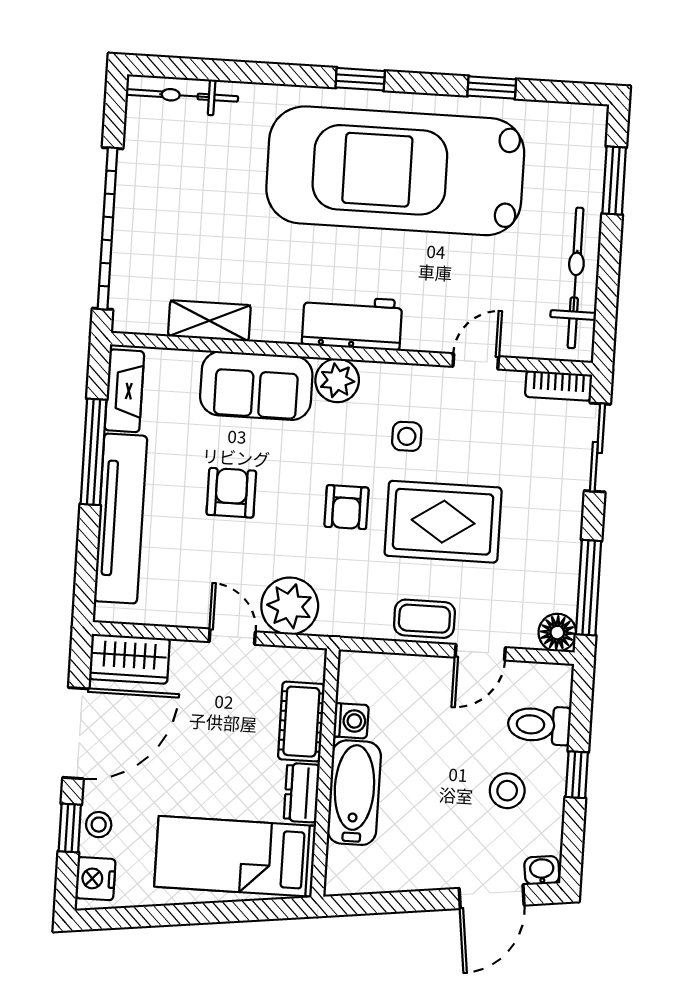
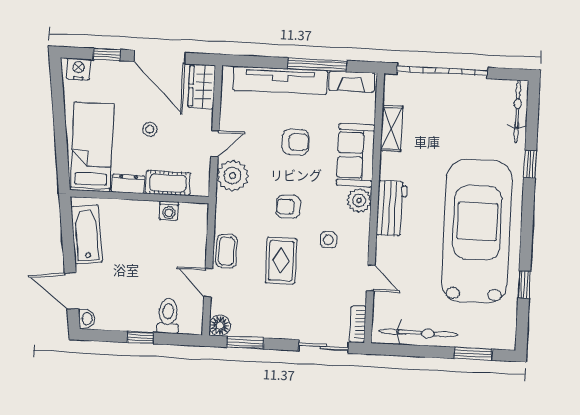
window: (360, 79) -> (530, 164), moved
rug: (443, 522) -> (281, 261), width x0.73, depth x0.70
window: (589, 588) -> (245, 343), width x0.69
stool: (507, 791) -> (131, 299), removed
bathtub: (354, 793) -> (87, 234), moved, turned -97
stool: (99, 825) -> (150, 129), moved

